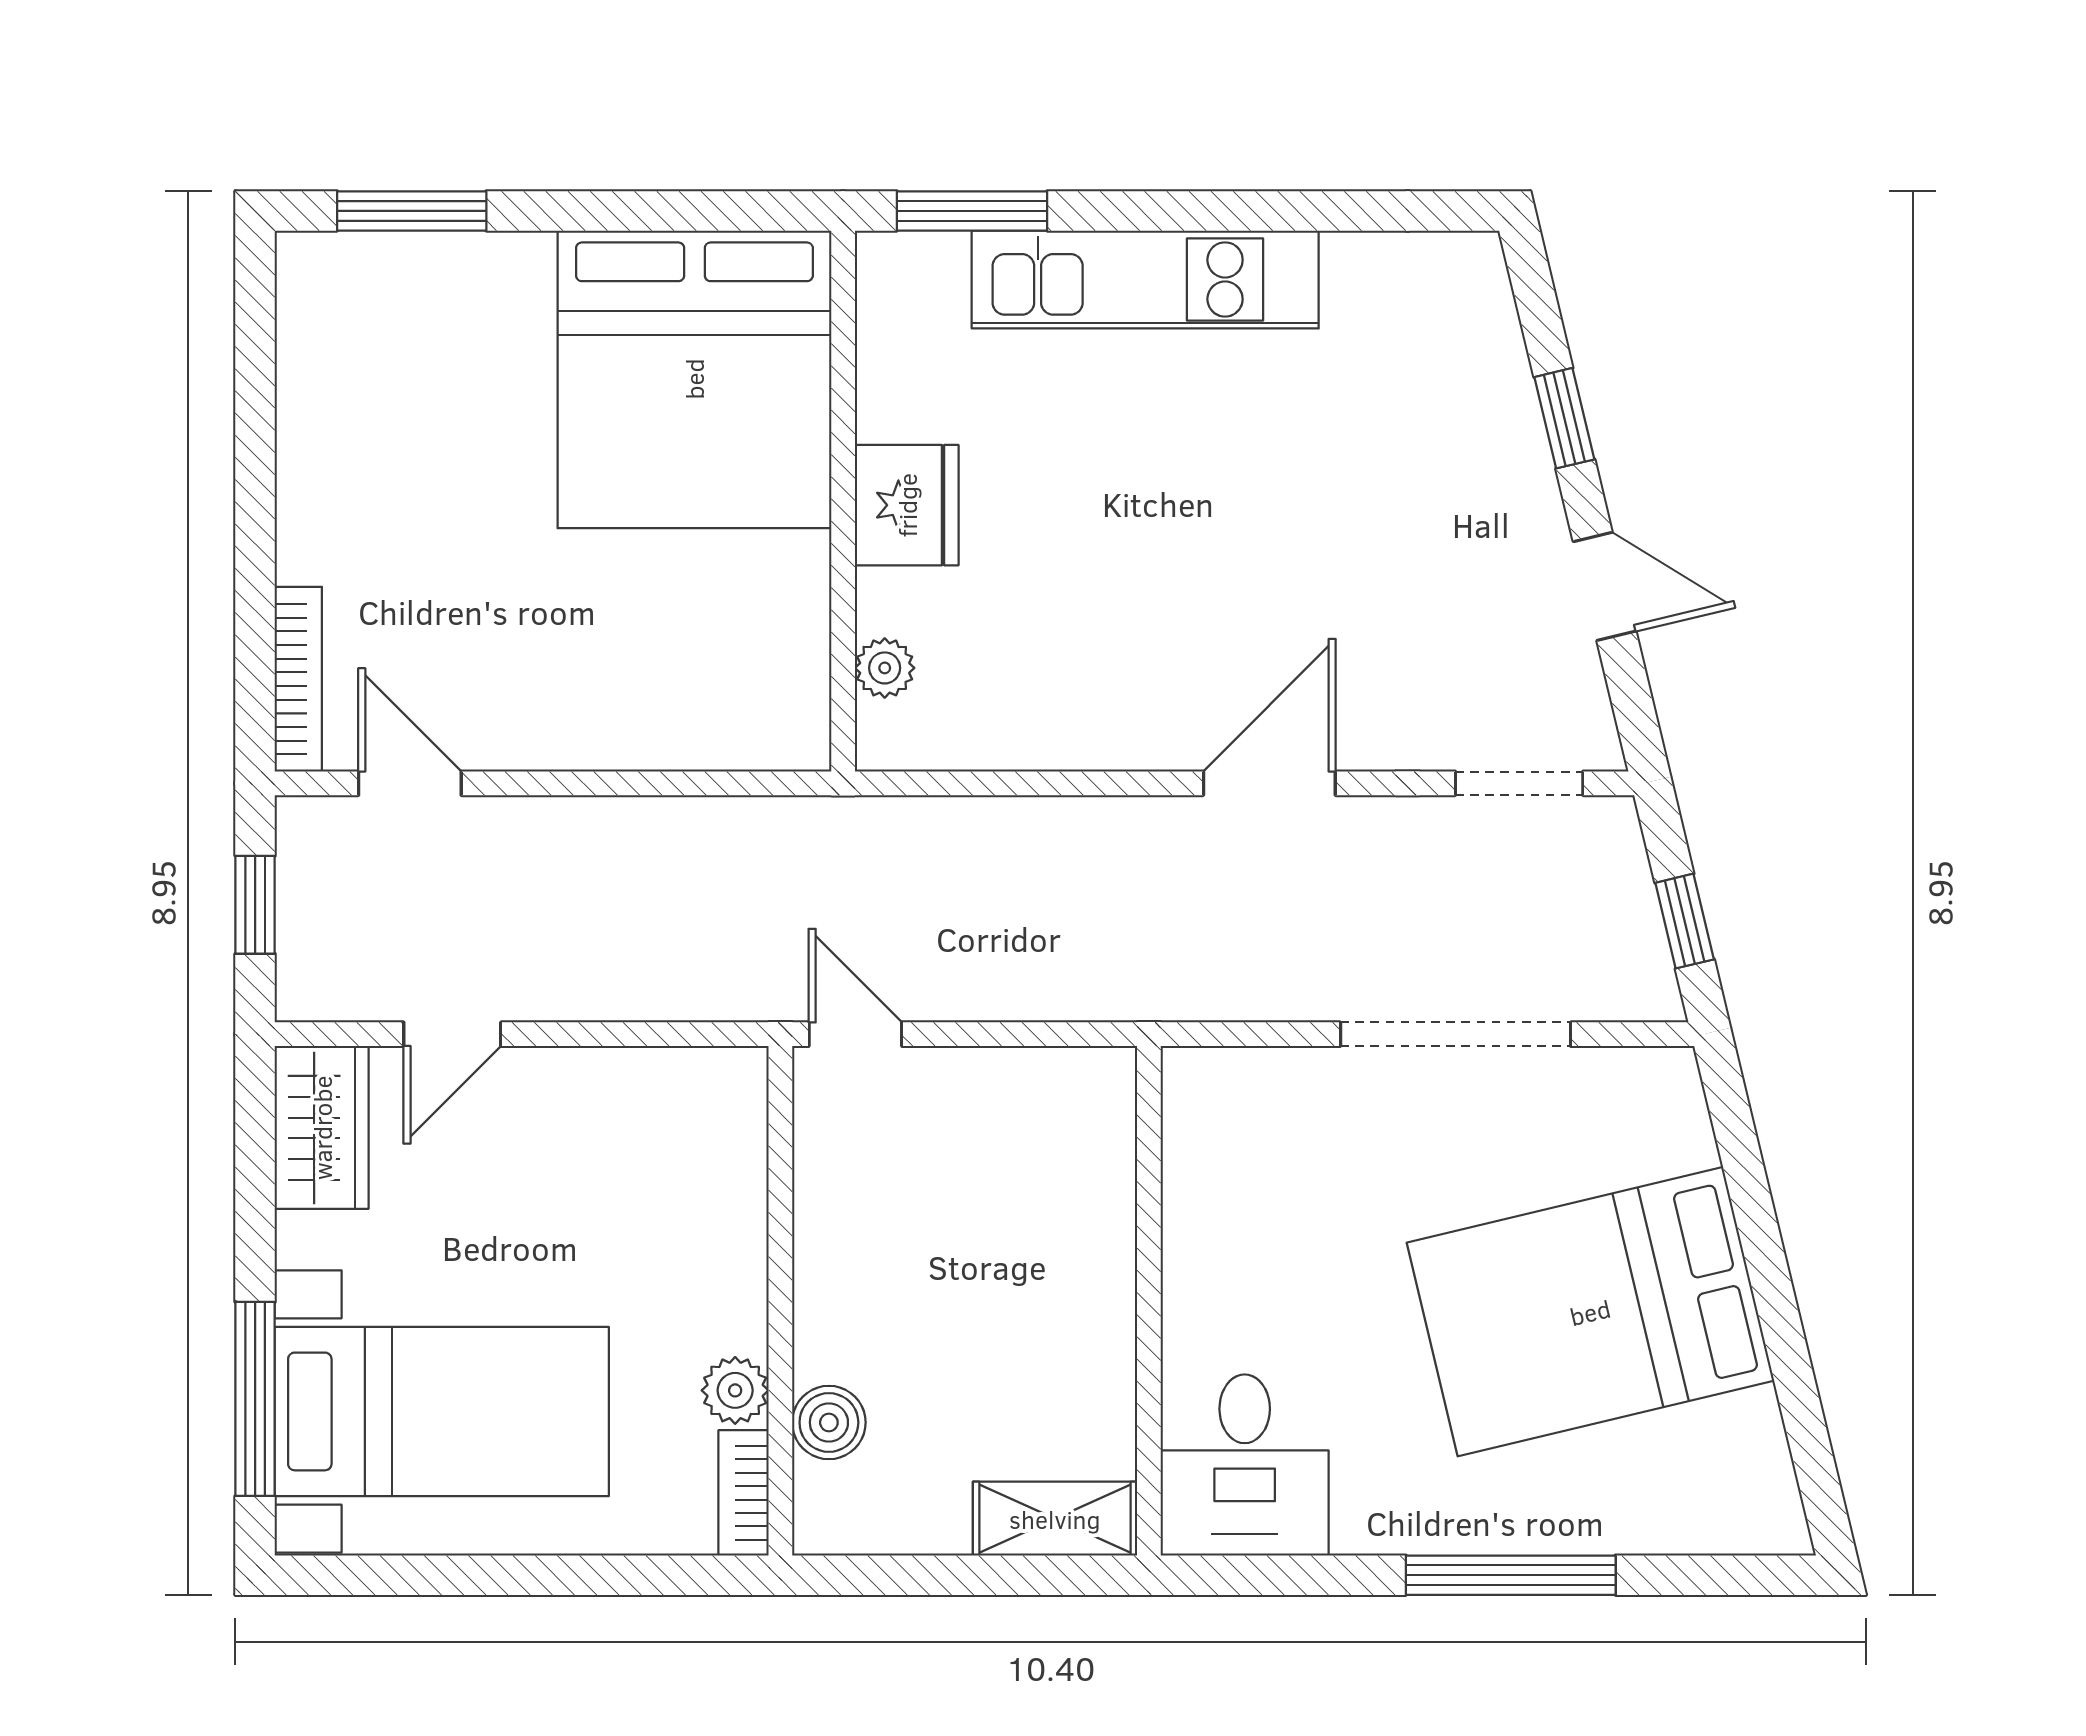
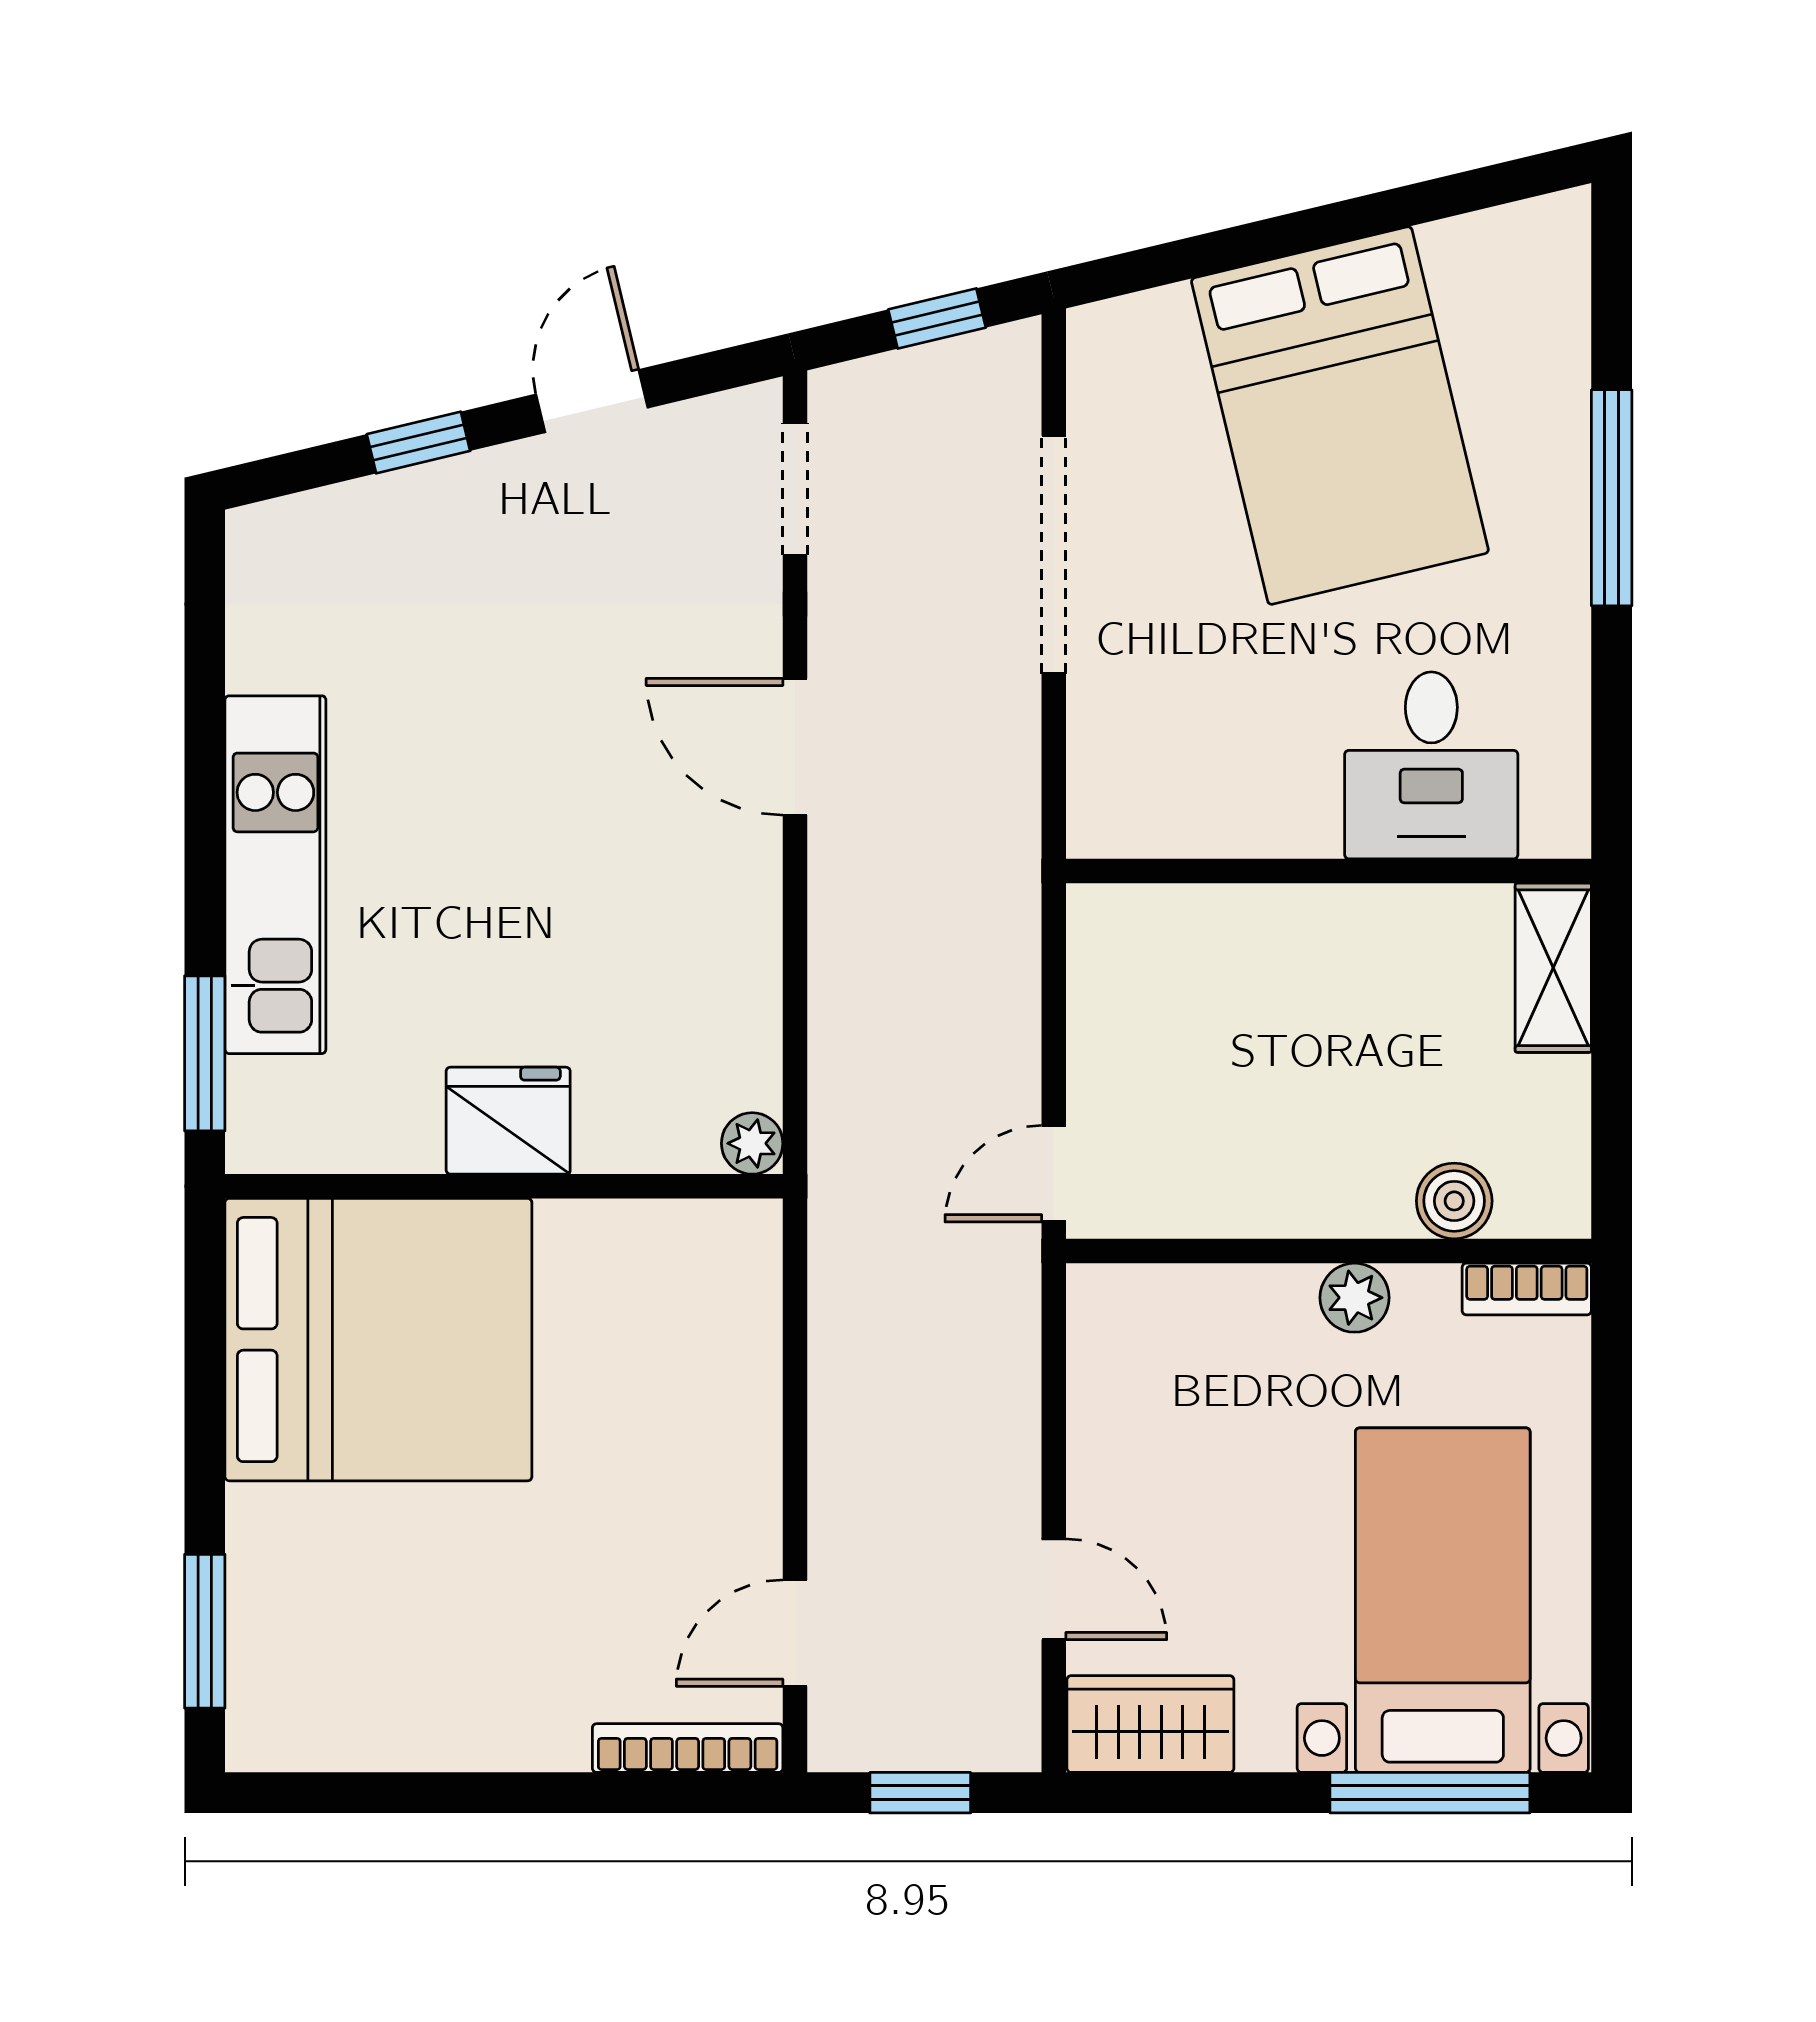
plant: (885, 668) -> (752, 1143), moved
plant: (735, 1390) -> (1355, 1298), moved
desk: (1245, 1465) -> (1431, 765), moved, turned 90

